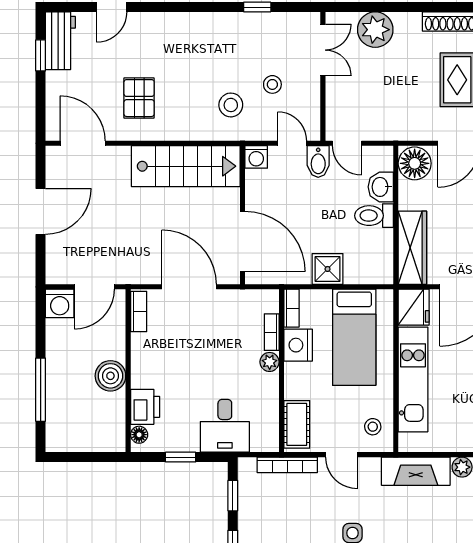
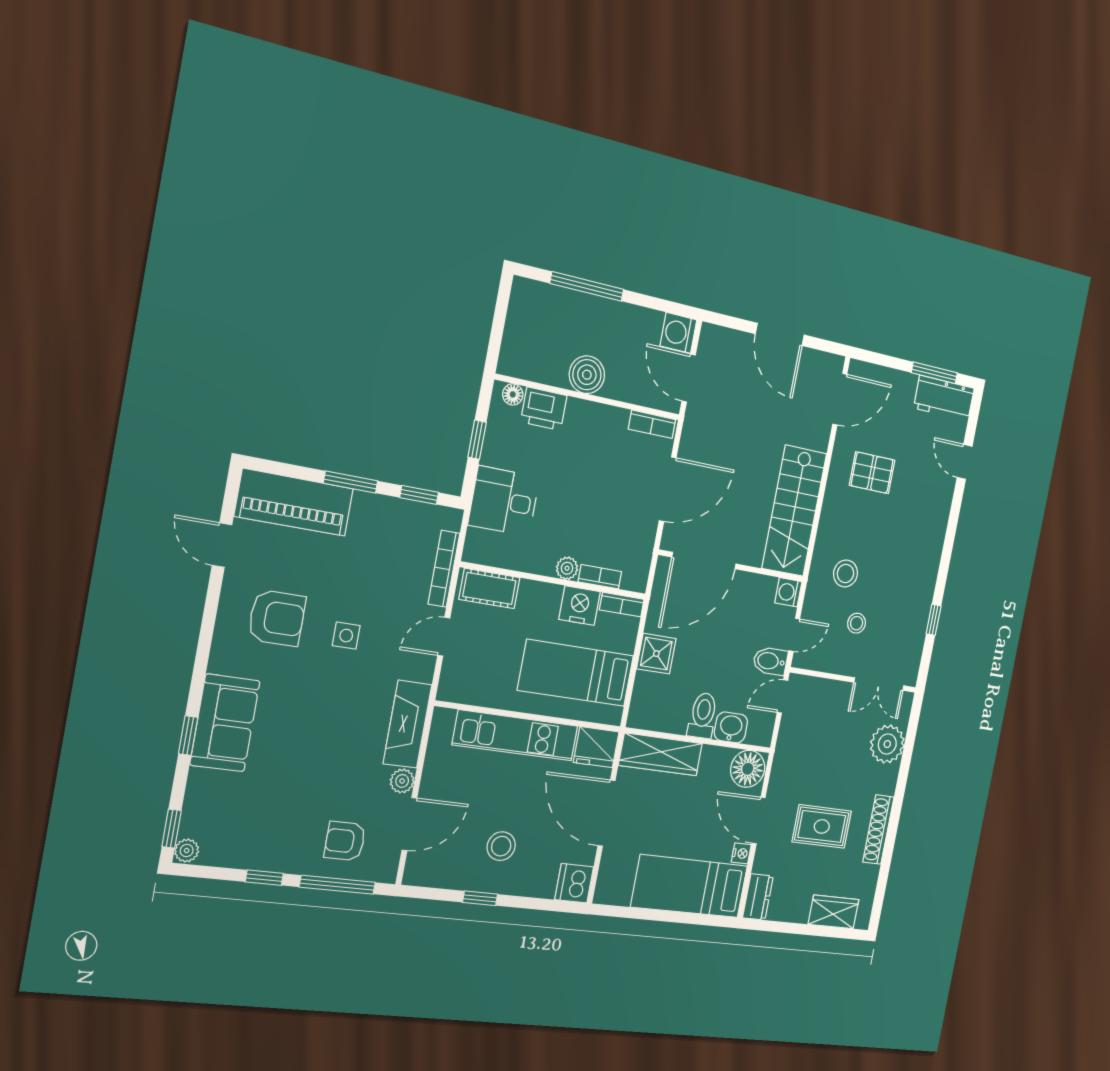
window: (41, 55) -> (934, 373), width x1.50
stool: (373, 427) -> (470, 680), removed

